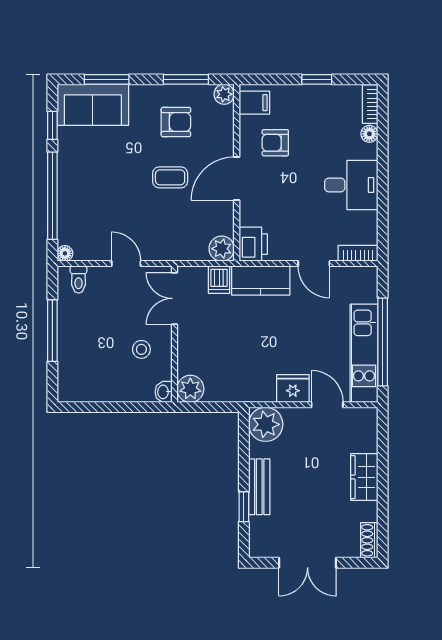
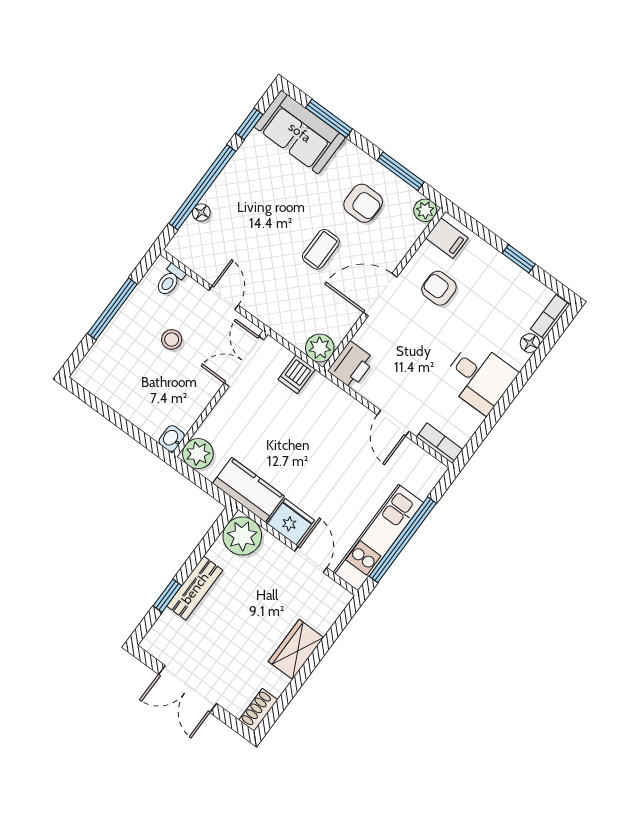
coffee table: (170, 177) -> (321, 249), turned 90
floor lamp: (65, 253) -> (201, 212), moved
kitchen counter: (261, 281) -> (248, 490), moved, turned 180
stool: (141, 349) -> (172, 339), moved

